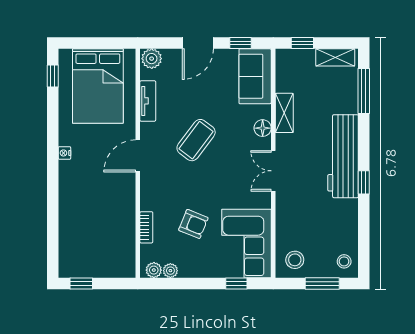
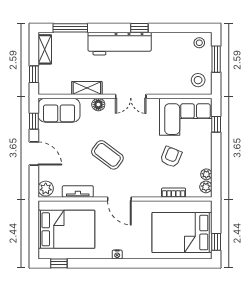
bed: (94, 239) -> (182, 232), added

